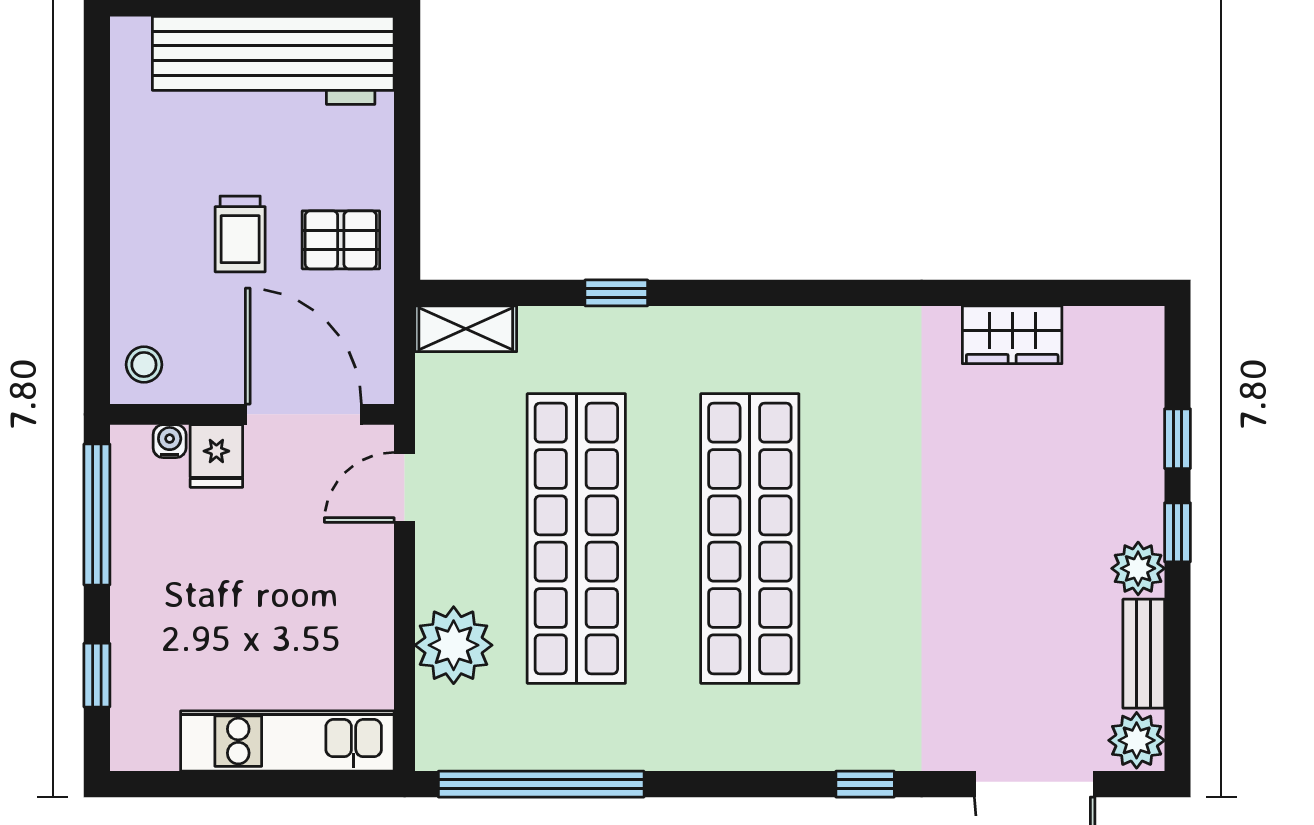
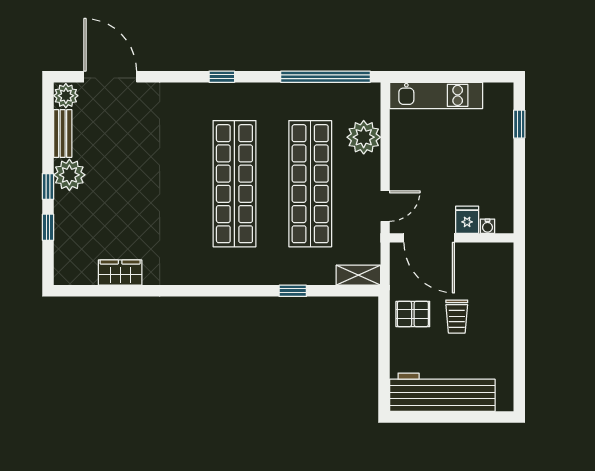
trolley: (240, 234) -> (457, 317), turned 180
stool: (144, 365) -> (499, 260), removed
window: (97, 514) -> (519, 194), removed
plant: (1138, 568) -> (69, 175), width x1.36, depth x1.36
window: (865, 784) -> (222, 77), moved

